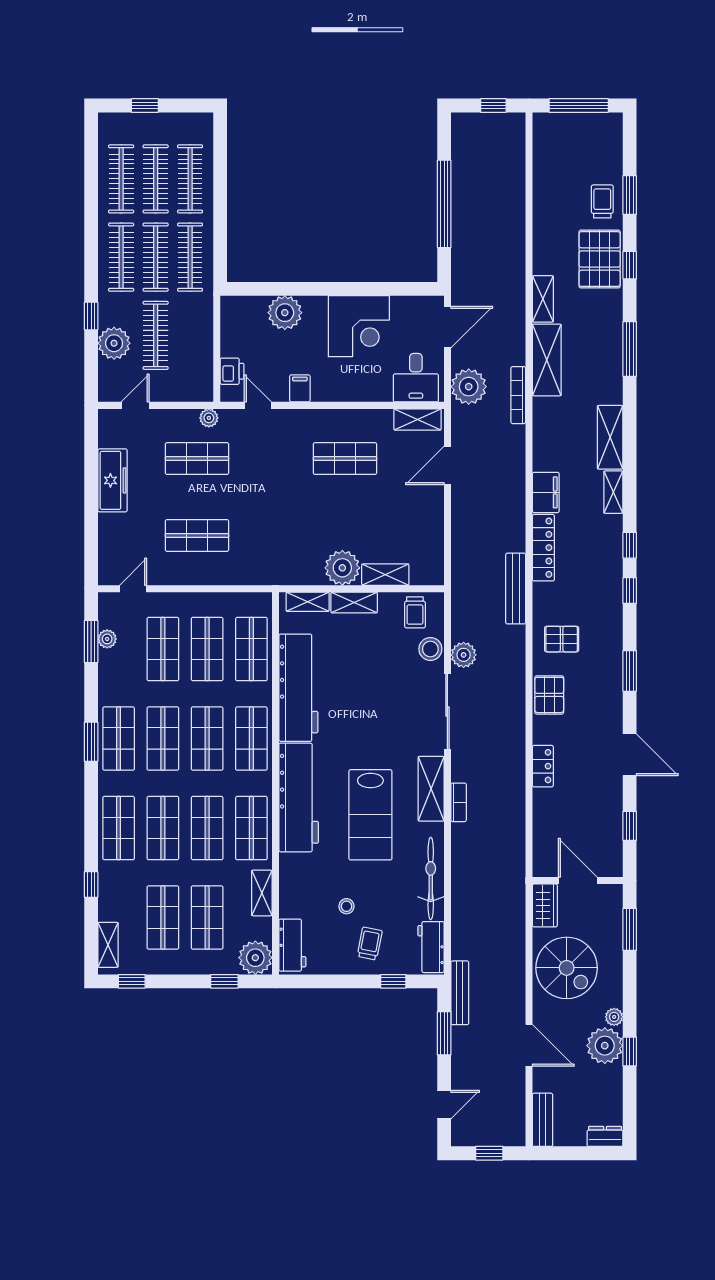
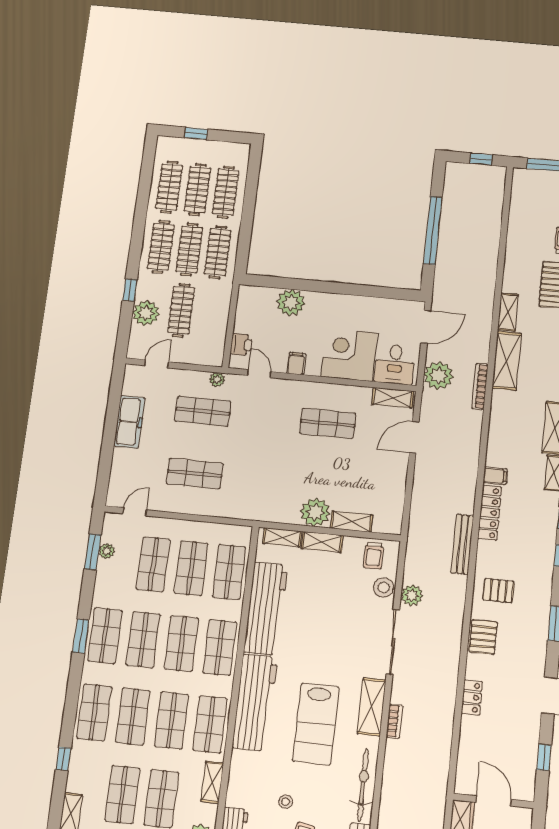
corner desk: (359, 326) -> (349, 355), moved, turned 180
filing cabinet: (546, 492) -> (495, 476), width x0.50

